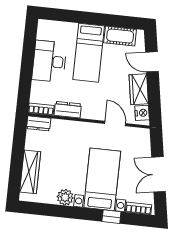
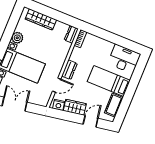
desk: (49, 61) -> (124, 59), moved
dresser: (68, 110) -> (69, 70), moved

